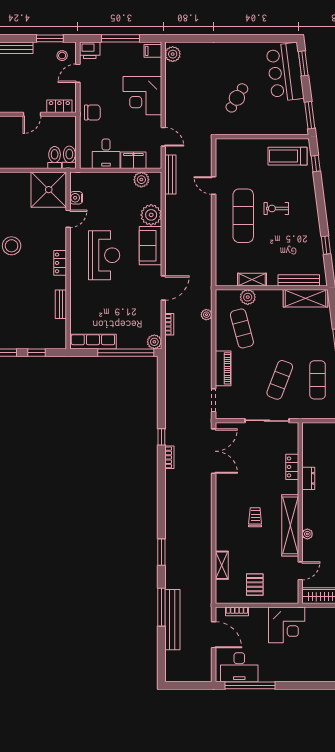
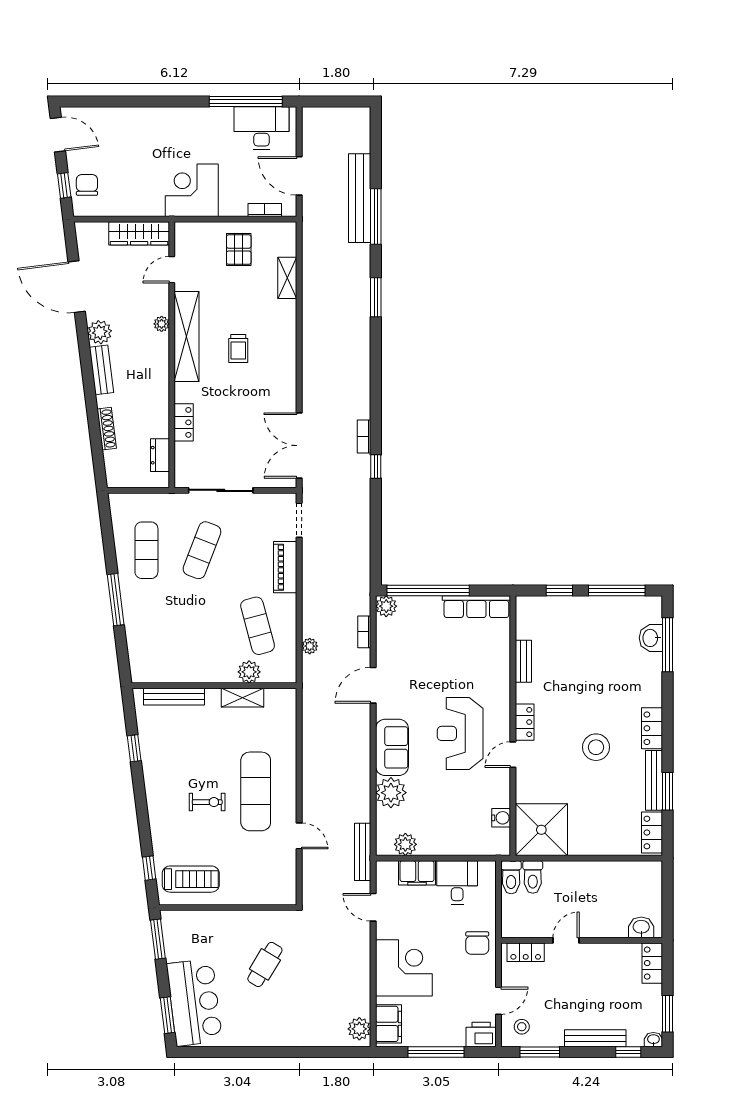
filing cabinet: (153, 51) -> (389, 1024), width x2.00
chair: (92, 112) -> (477, 943), turned -90
door: (68, 219) -> (513, 755), moved
shelving: (306, 298) -> (164, 670), removed
dresser: (308, 478) -> (160, 455), moved

